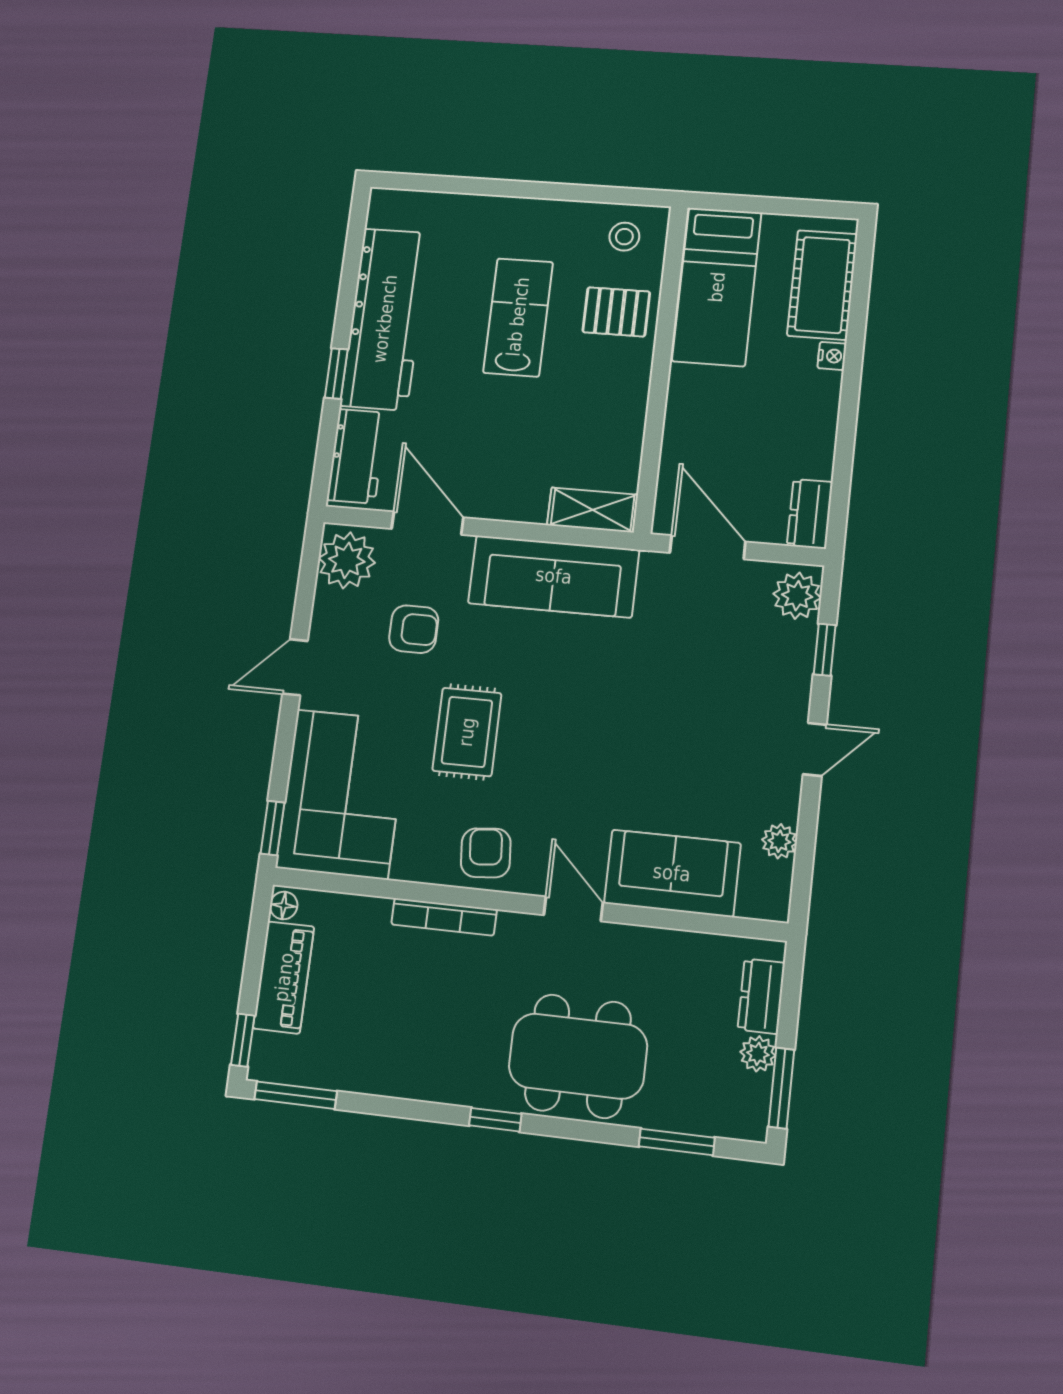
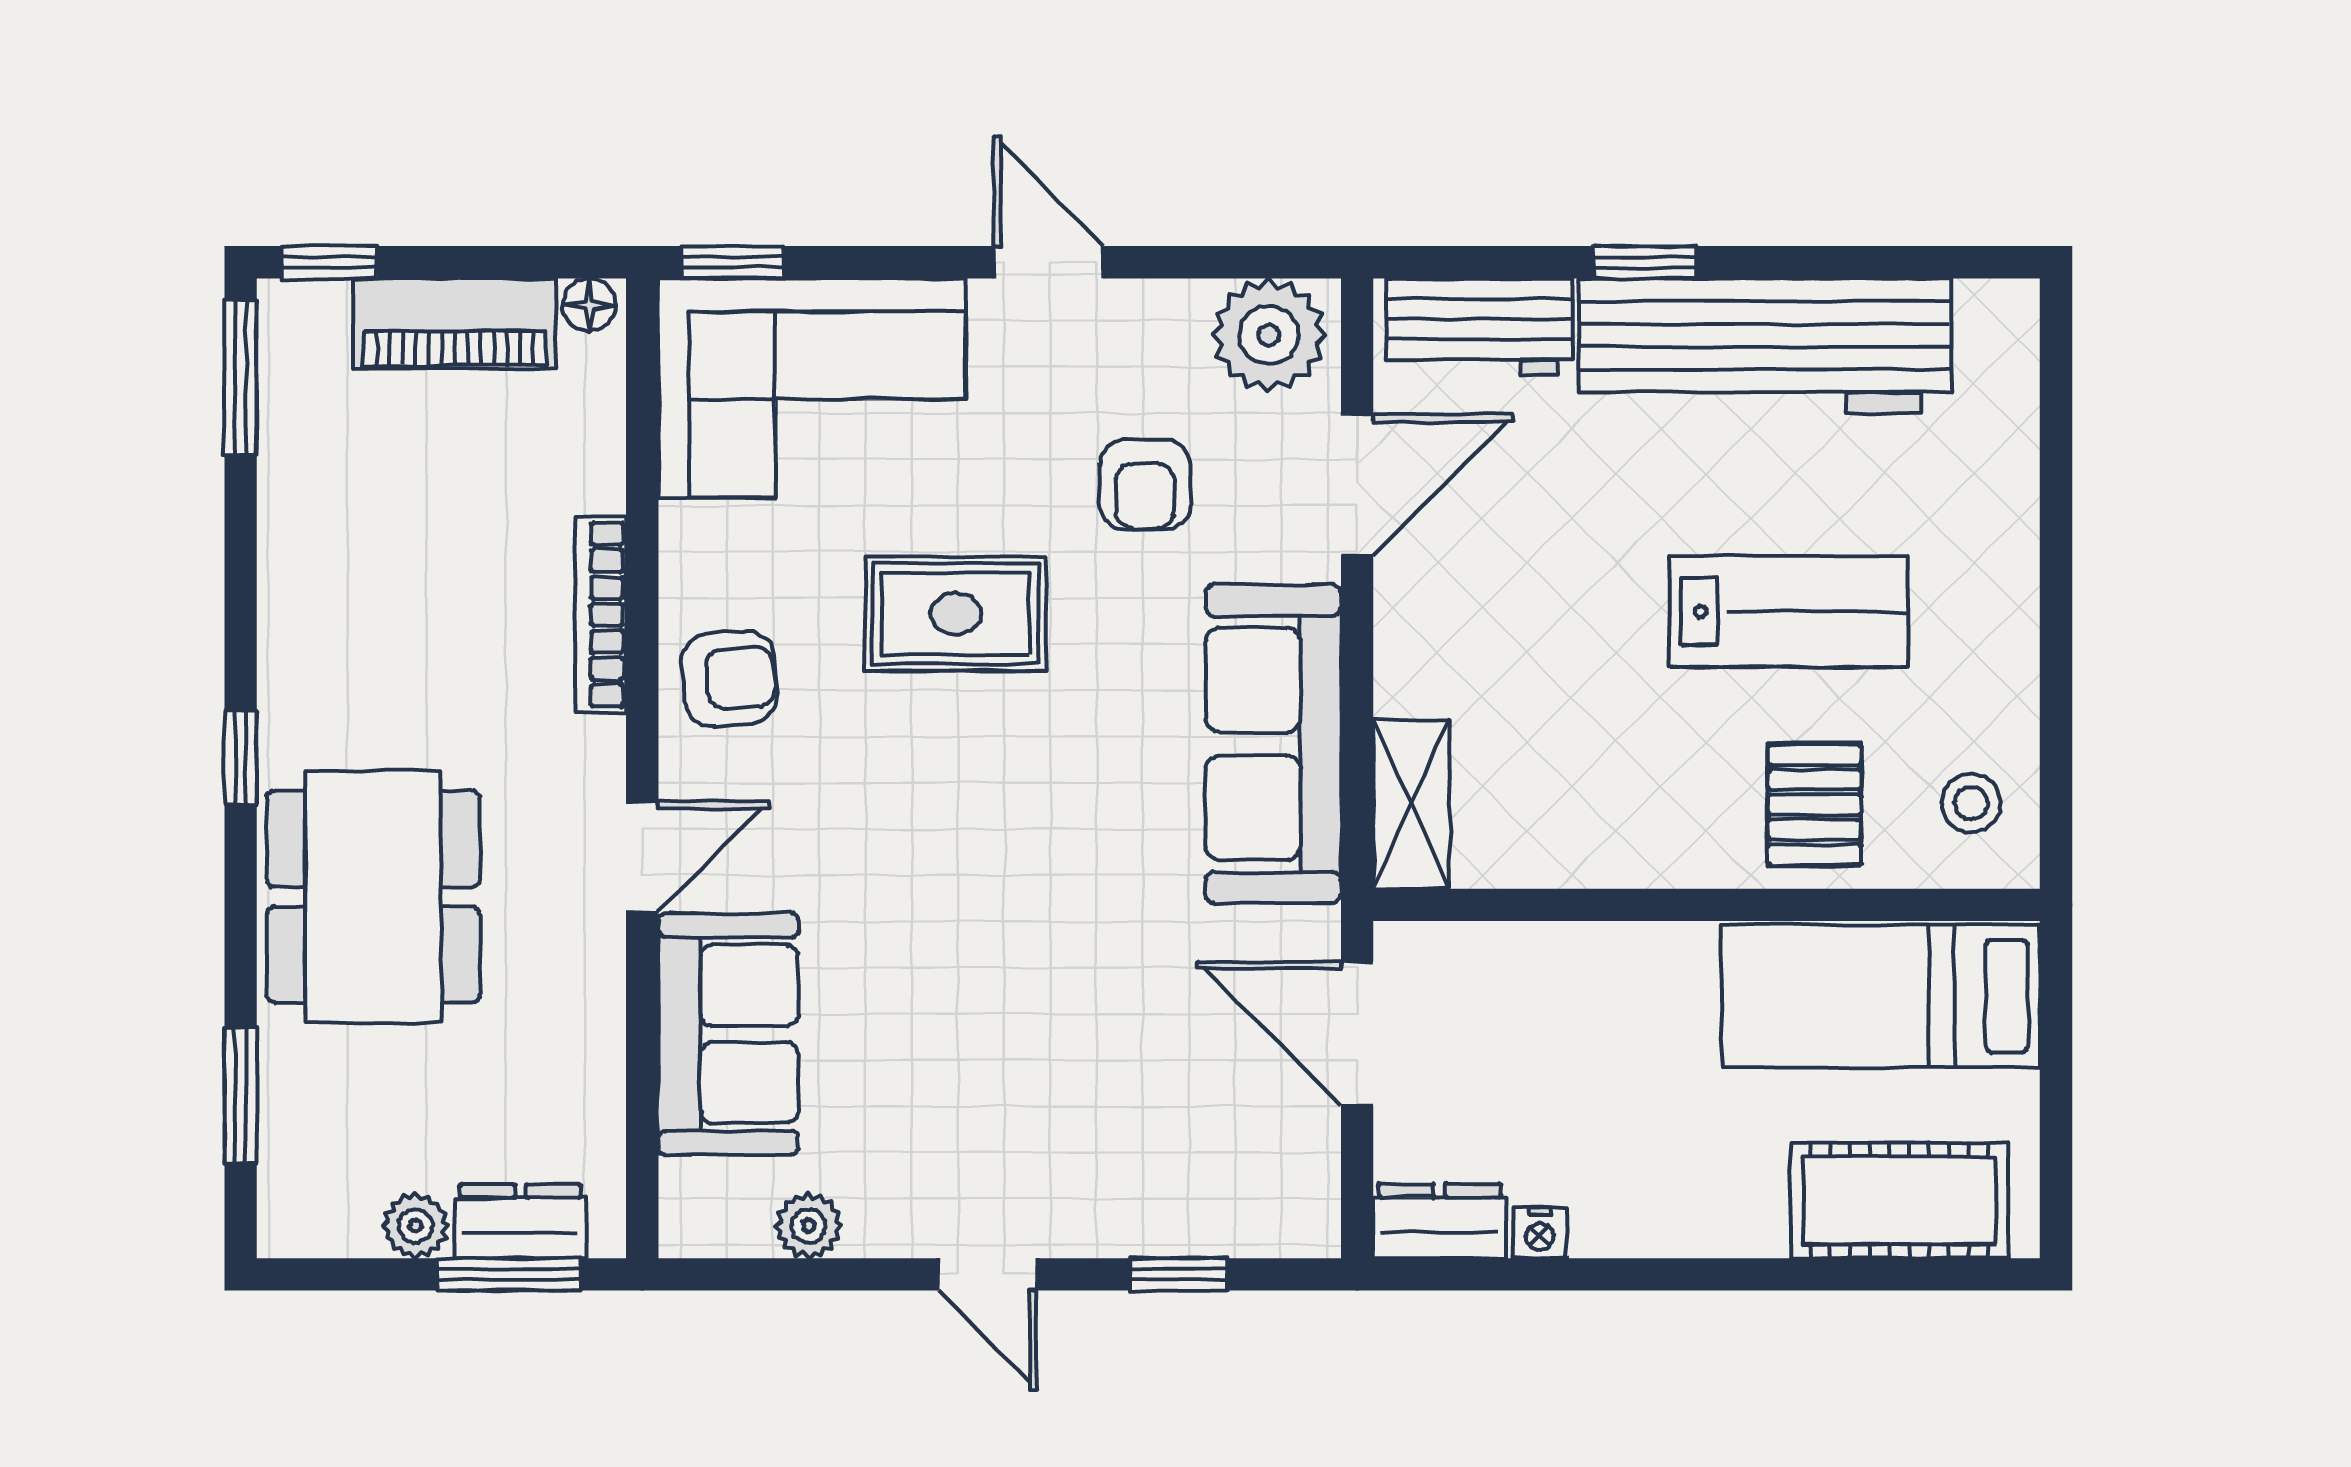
nightstand: (832, 356) -> (1540, 1233), moved
door: (708, 547) -> (1357, 1033), swing flipped
plant: (797, 596) -> (1278, 1213), removed
window: (781, 1088) -> (509, 1274), moved

